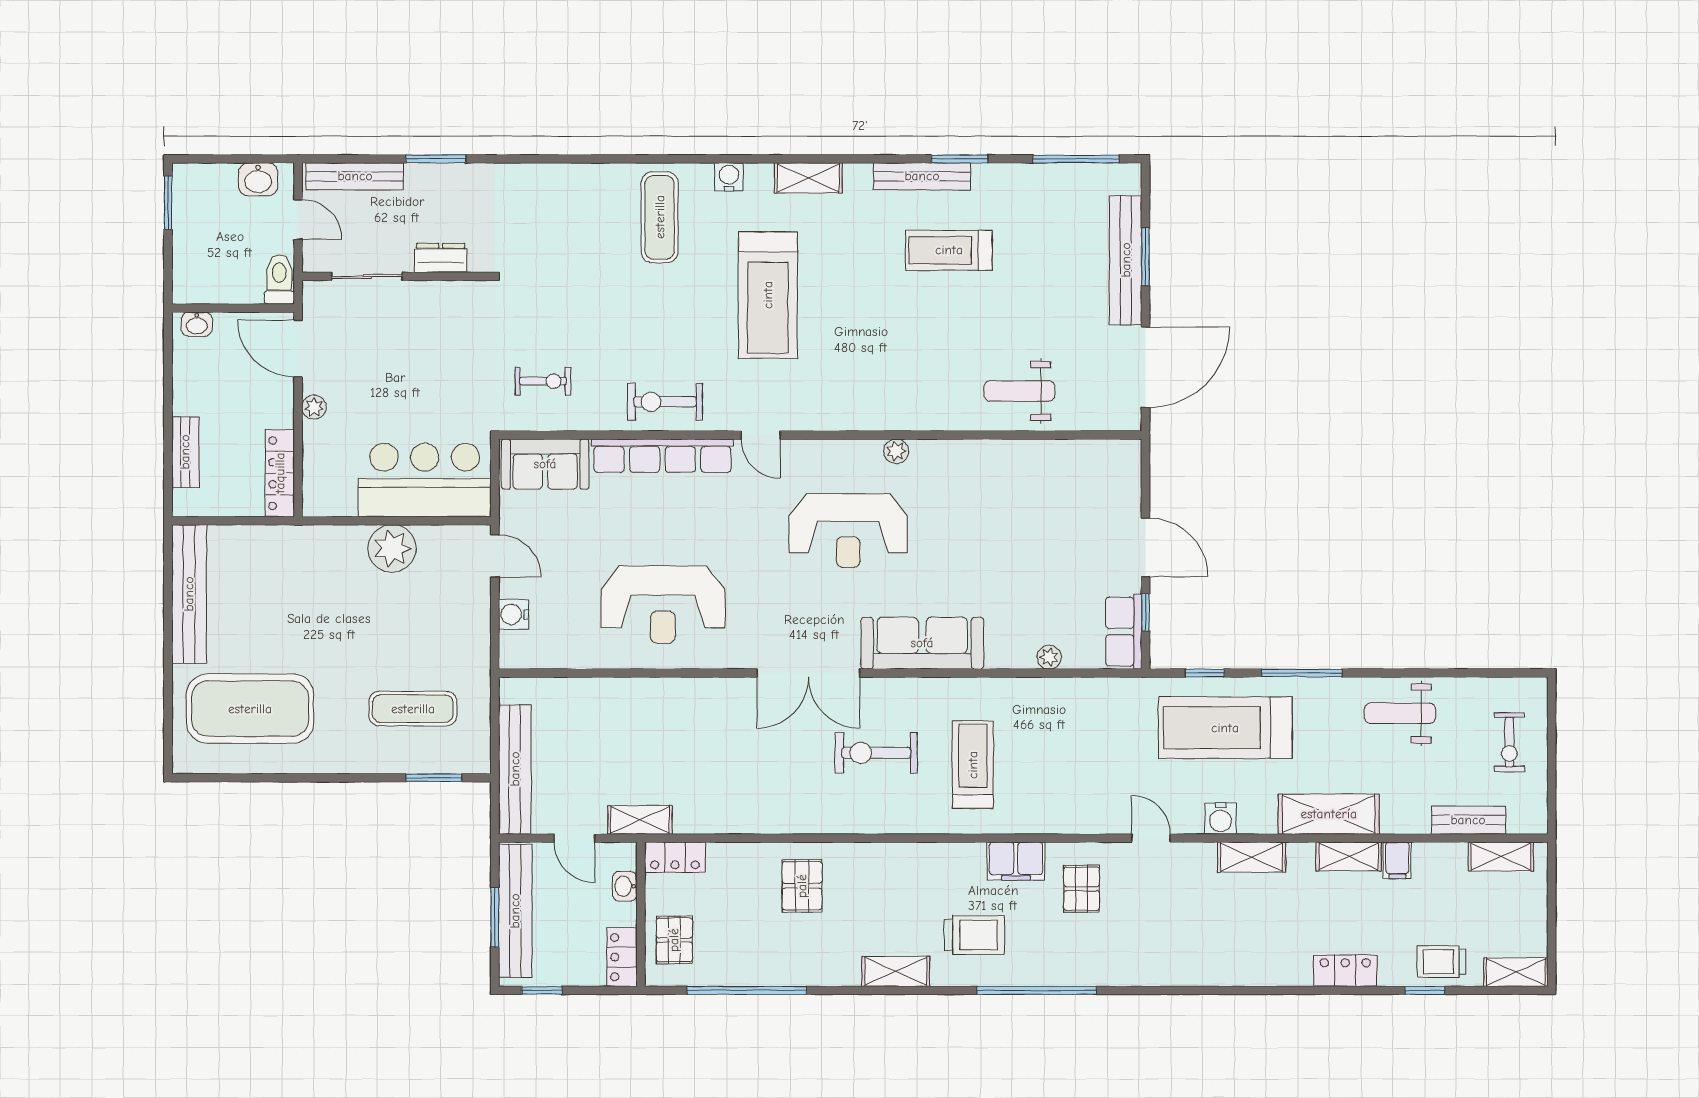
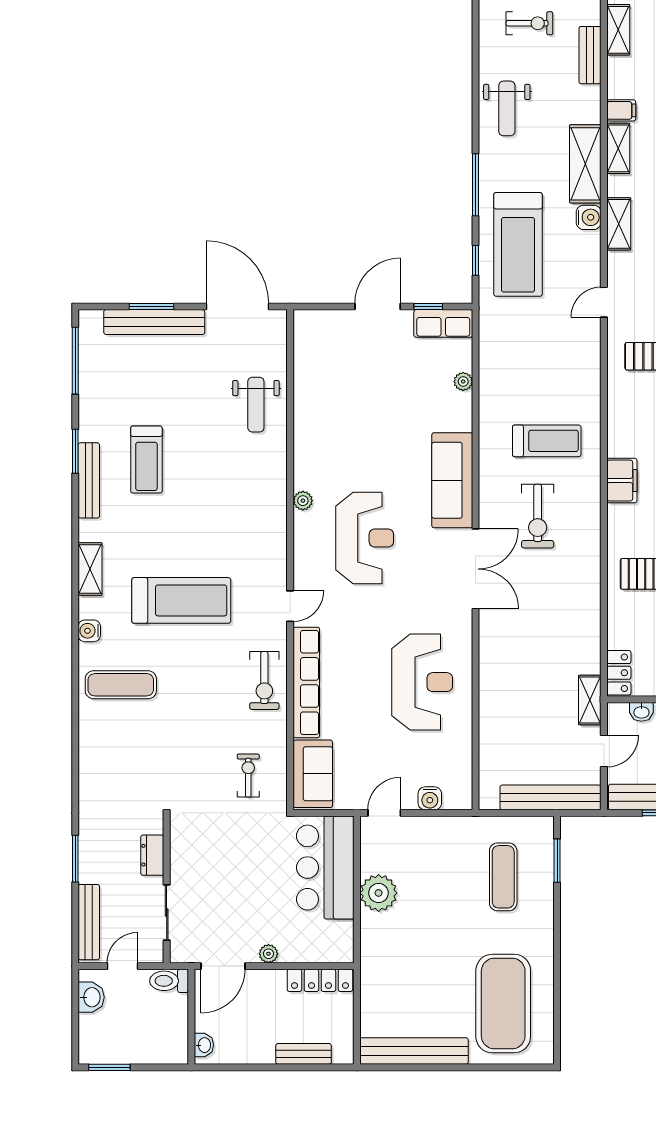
treadmill: (973, 765) -> (547, 441), turned 180
water cooler: (1221, 818) -> (589, 217), moved
filing cabinet: (1016, 861) -> (622, 481), moved

